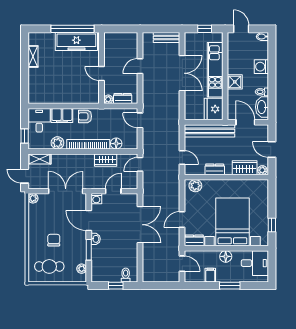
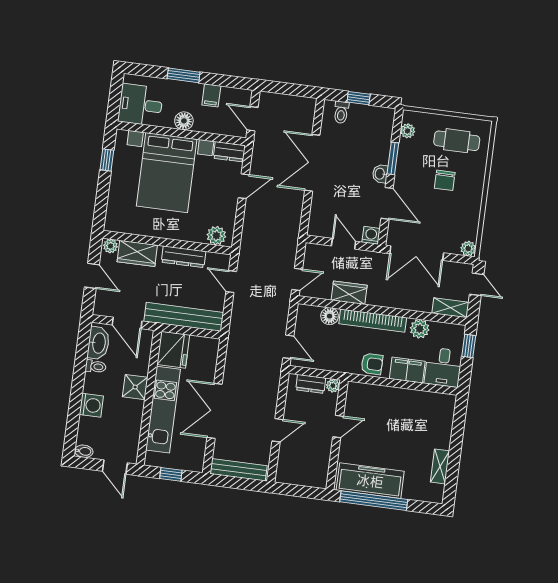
bench: (166, 38) -> (239, 470), width x1.36
door: (102, 73) -> (338, 427), hinge flipped
dresser: (215, 169) -> (183, 257), width x1.44
door: (113, 191) -> (344, 244), swing flipped
double door: (140, 225) -> (312, 163), moved

